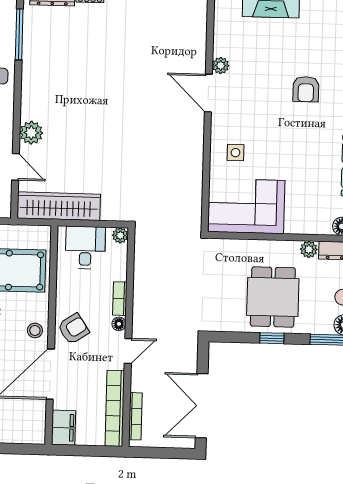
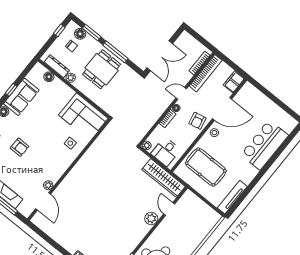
armchair: (306, 89) -> (20, 147), turned 90
door: (208, 93) -> (43, 201), moved
armchair: (73, 329) -> (197, 121), turned -68
window: (272, 338) -> (115, 52), width x2.17
double door: (202, 406) -> (160, 56), moved

